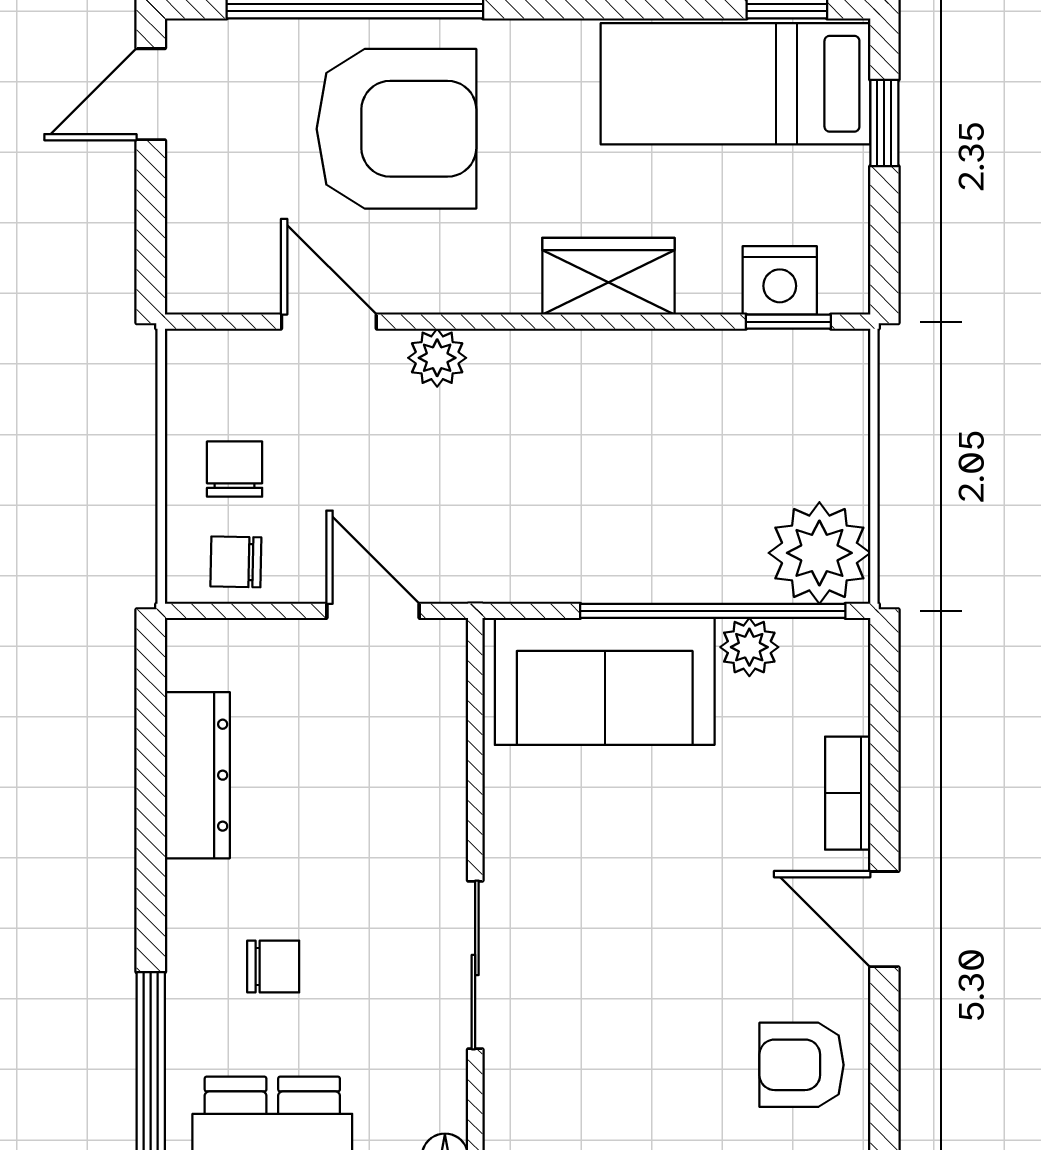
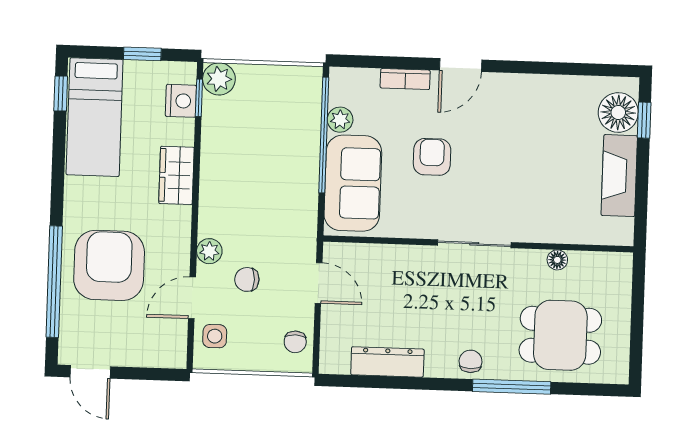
window: (884, 123) -> (142, 54), moved
side table: (243, 377) -> (215, 336), added
chair: (235, 469) -> (247, 279), moved
plant: (819, 553) -> (219, 79), moved, width x0.73, depth x0.73
door: (373, 611) -> (319, 283), swing flipped
chair: (273, 966) -> (470, 361), moved
armchair: (802, 1065) -> (432, 157), moved, turned 180

